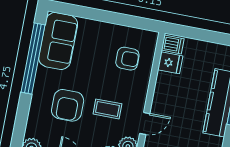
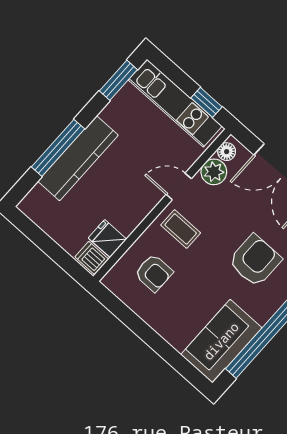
armchair: (127, 59) -> (154, 273), turned 180
coffee table: (107, 109) -> (181, 229), moved

